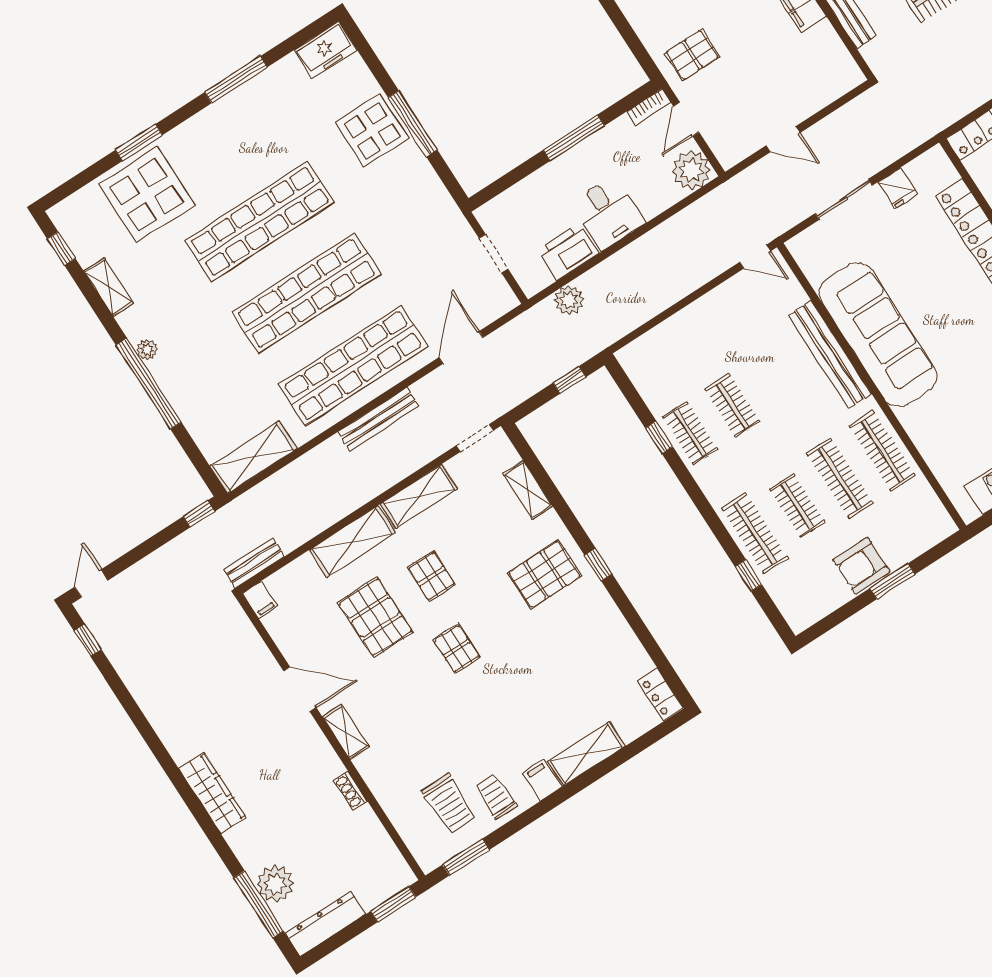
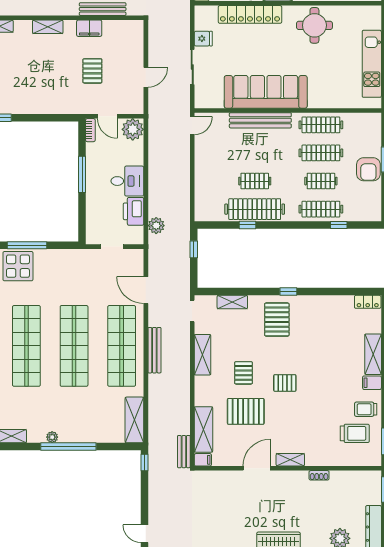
pallet: (692, 55) -> (92, 71), moved
clothes rail: (690, 433) -> (255, 209), width x1.86, depth x1.31
shelving: (353, 541) -> (203, 429), moved
pallet: (431, 576) -> (244, 373), turned 90

